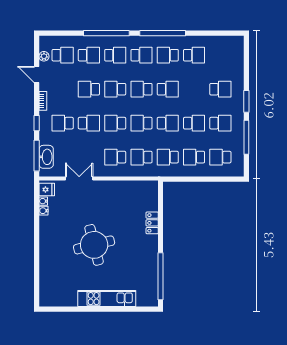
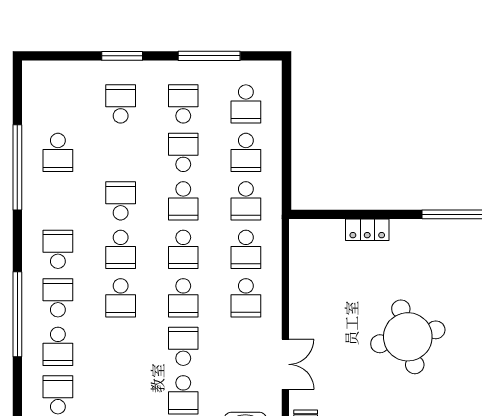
window: (163, 33) -> (17, 167), moved
school desk: (89, 55) -> (58, 346), turned 180
school desk: (168, 55) -> (58, 201), removed
school desk: (194, 55) -> (58, 152), turned 180
school desk: (89, 89) -> (121, 346), removed
window: (246, 101) -> (122, 56), moved
school desk: (168, 123) -> (183, 201), turned 180
double door: (79, 179) -> (285, 364), swing flipped

